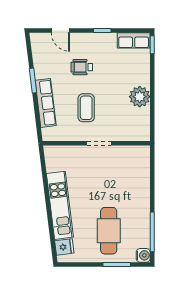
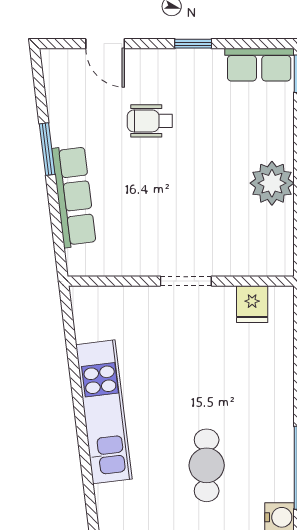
coffee table: (86, 108) -> (159, 207), removed
cafe table: (109, 231) -> (207, 465), width x0.73, depth x0.74
fridge: (64, 247) -> (252, 304), moved, turned 97

